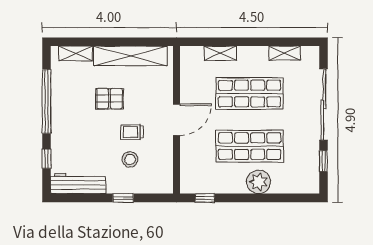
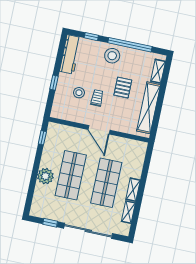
shelving: (220, 53) -> (133, 190), moved
stool: (67, 123) -> (112, 56), added

